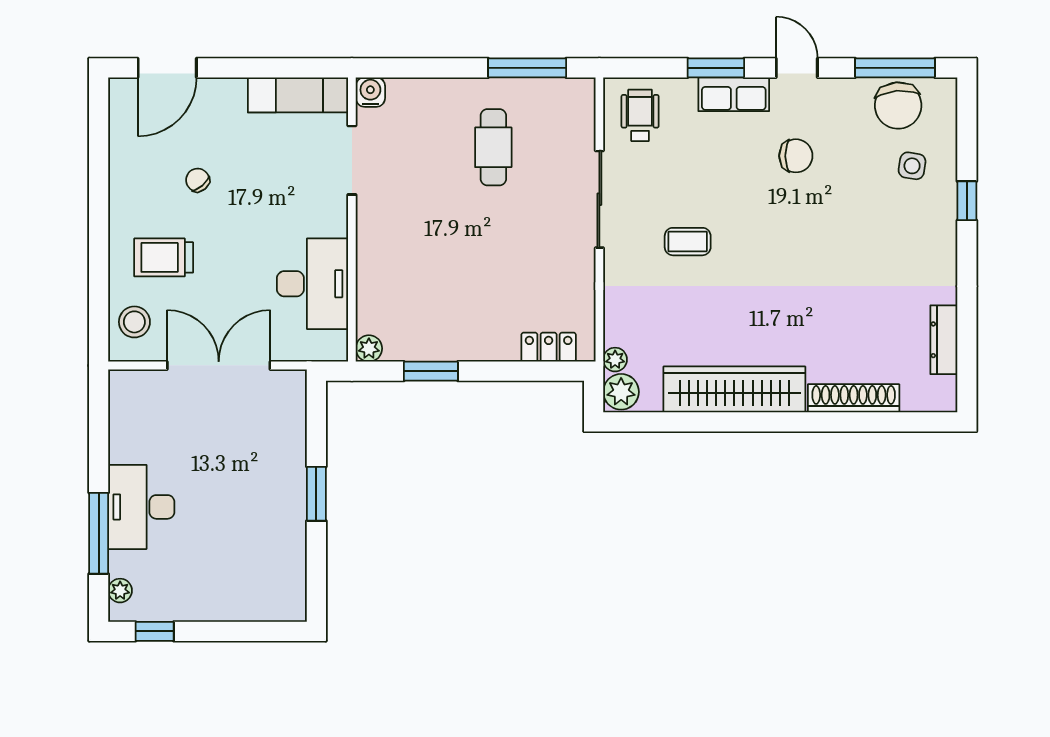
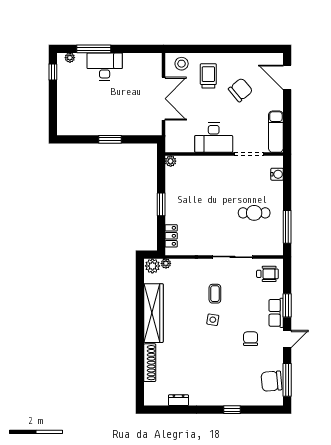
water cooler: (370, 92) -> (277, 174), moved
chair: (796, 156) -> (251, 339), turned 180
side table: (912, 166) -> (213, 320), moved
chair: (198, 180) -> (241, 90), width x1.87, depth x1.87
desk: (312, 284) -> (214, 138), moved
dresser: (944, 340) -> (178, 400), width x0.70
window: (431, 371) -> (161, 204), moved

